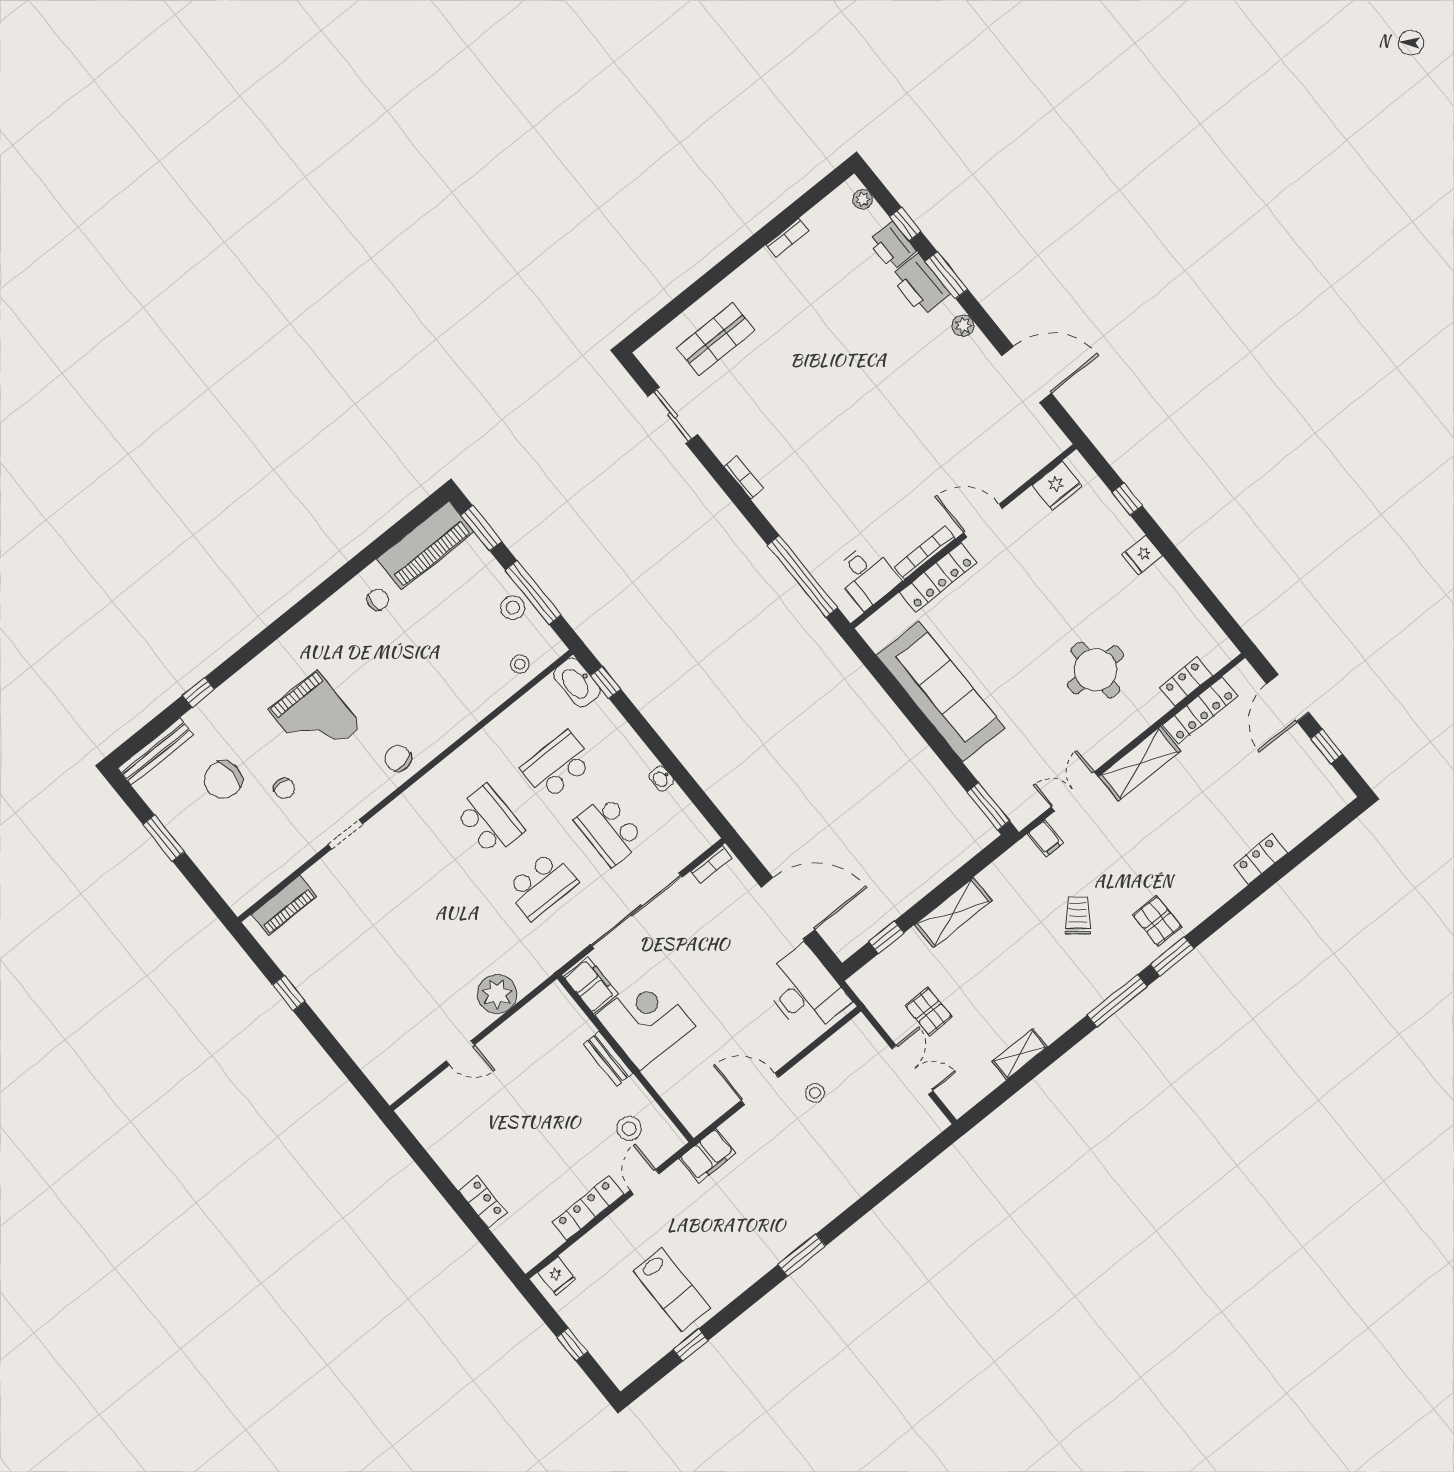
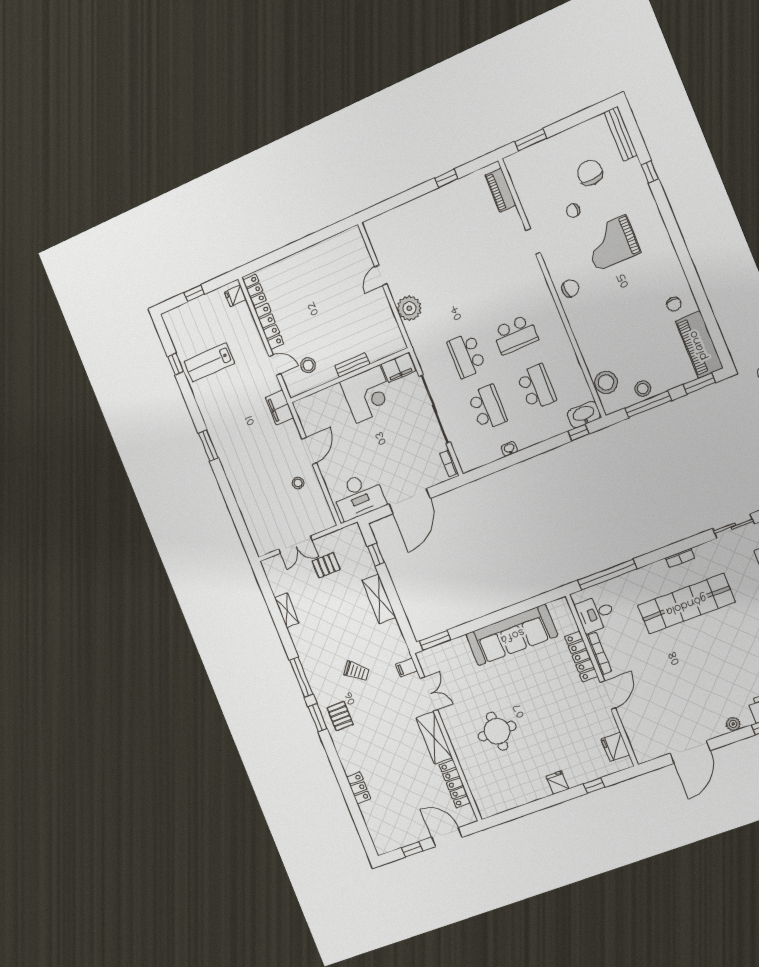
shop shelf: (808, 448) -> (686, 604), added
stool: (520, 664) -> (606, 382), width x1.89, depth x1.89
locker: (1186, 682) -> (474, 782), removed
school desk: (609, 830) -> (488, 407), turned 90
window: (164, 838) -> (531, 140), moved
pallet: (1157, 921) -> (340, 716), turned 90
locker: (483, 1202) -> (255, 290), moved, turned -90

